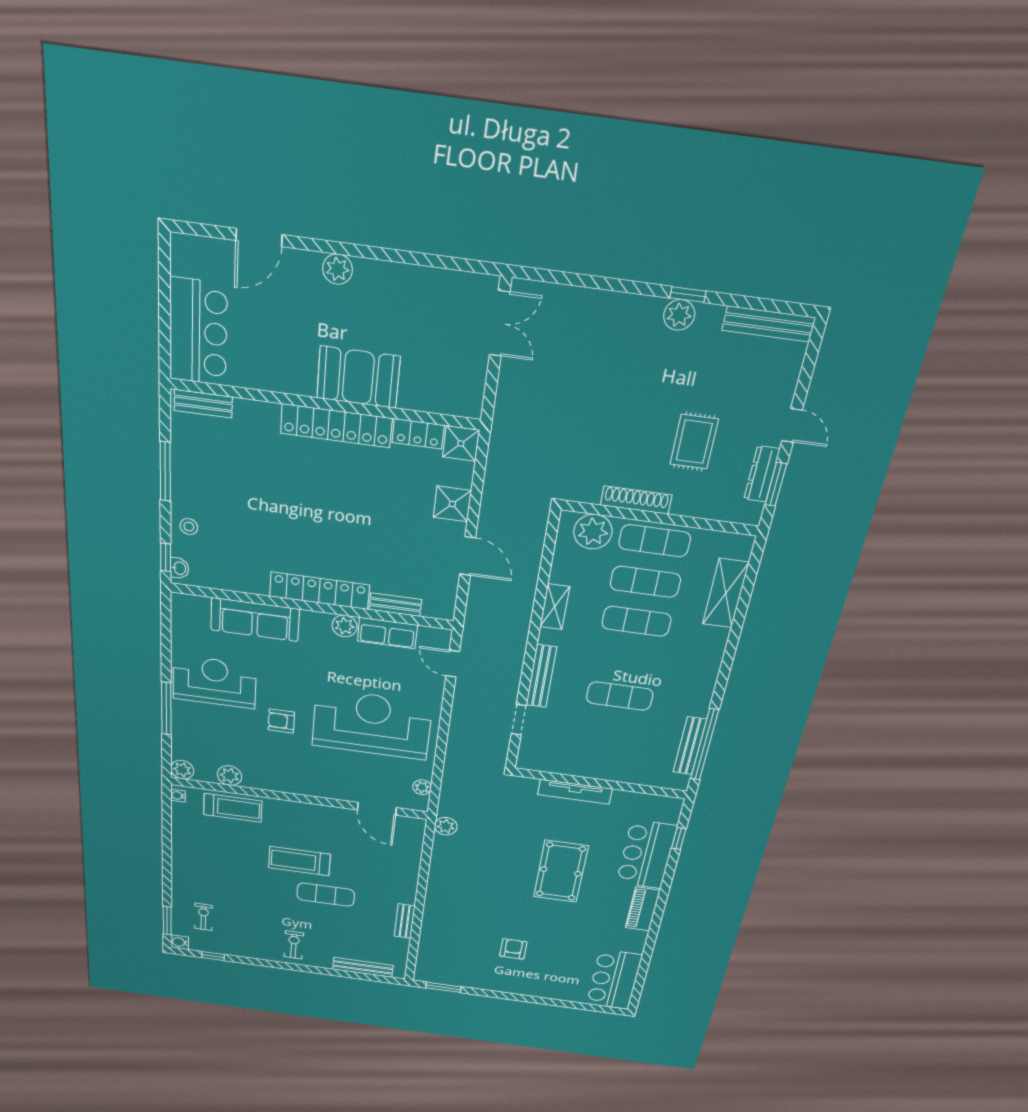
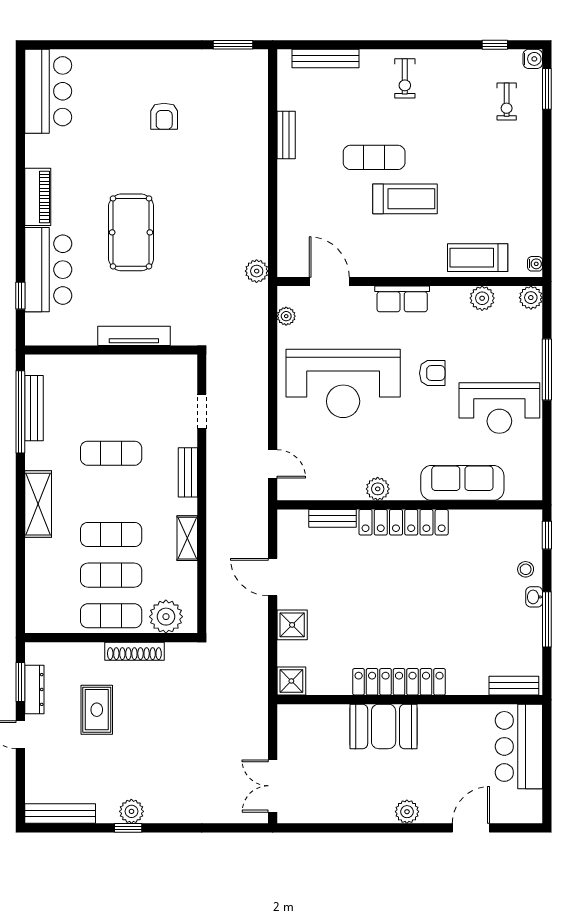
locker: (418, 434) -> (329, 684), removed
washbasin: (179, 568) -> (534, 597), moved
shelving: (726, 593) -> (38, 504), moved
row of seats: (387, 633) -> (402, 299), moved, turned 180
bench: (541, 676) -> (188, 472), width x0.73

